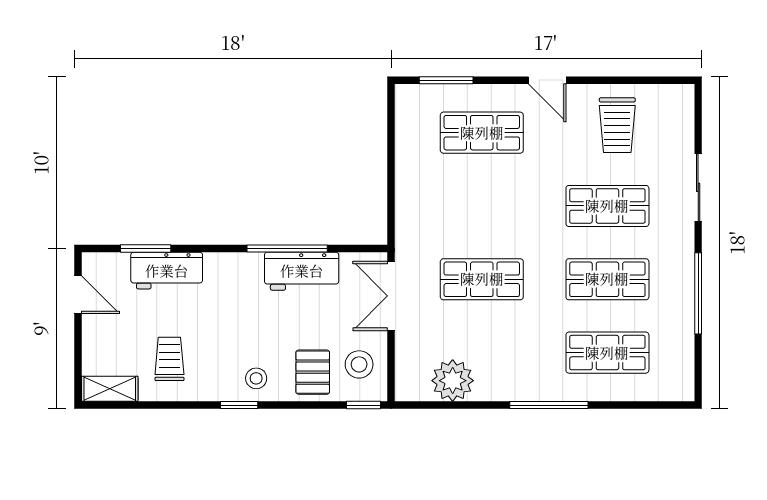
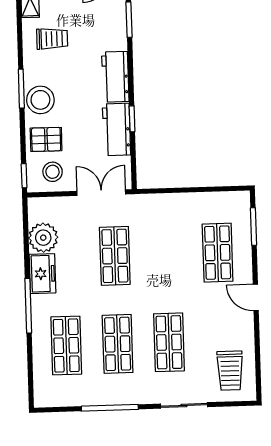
door: (547, 80) -> (256, 297), hinge flipped
trolley: (617, 125) -> (230, 371), moved, turned -90
window: (287, 249) -> (132, 119), width x0.46
workbench: (167, 271) -> (115, 77), moved
stool: (256, 378) -> (40, 100), width x1.89, depth x1.89
freezer: (504, 383) -> (42, 274), added
window: (239, 405) -> (21, 89), width x1.50

